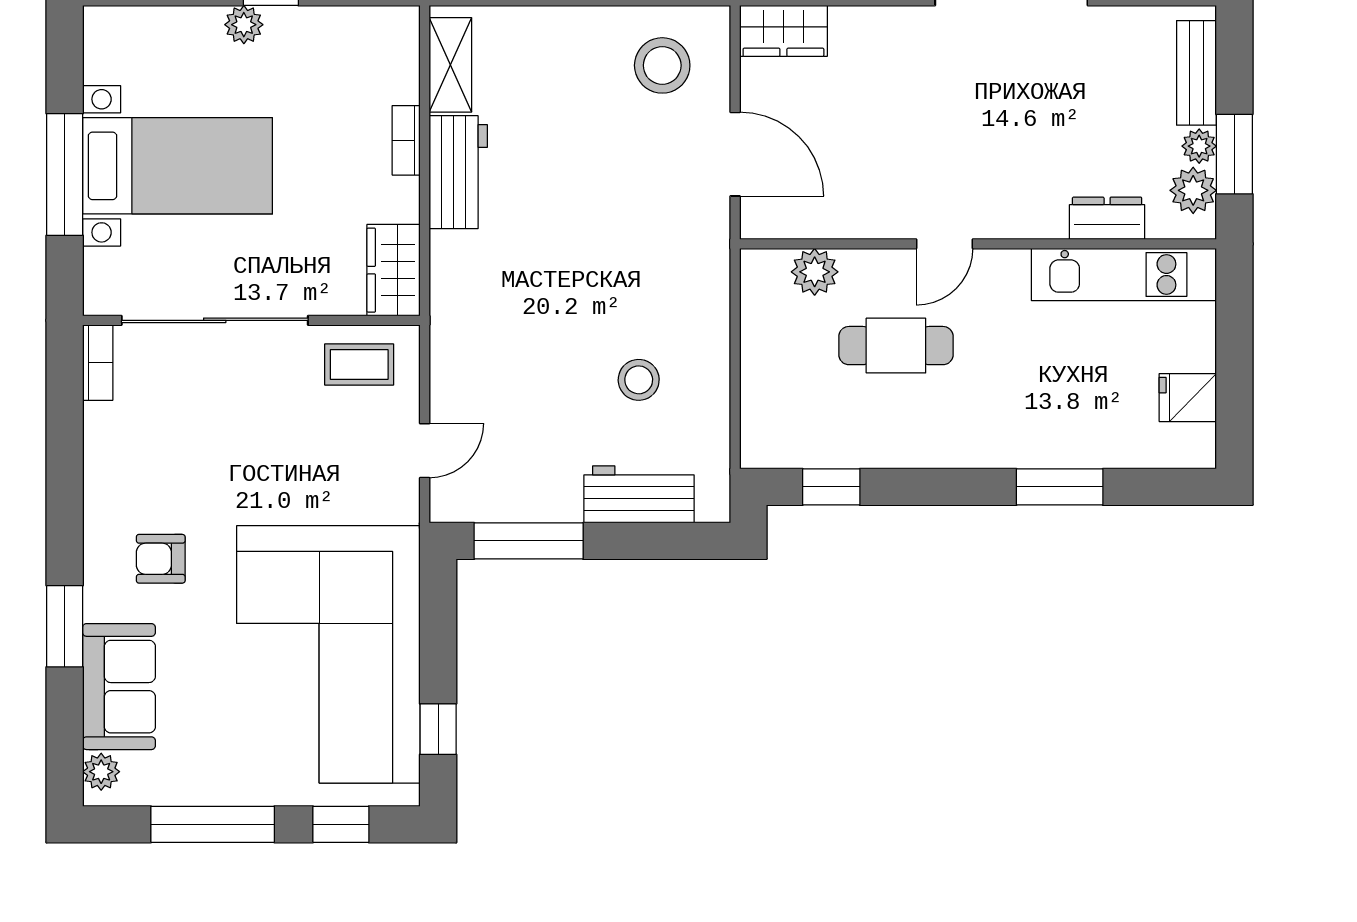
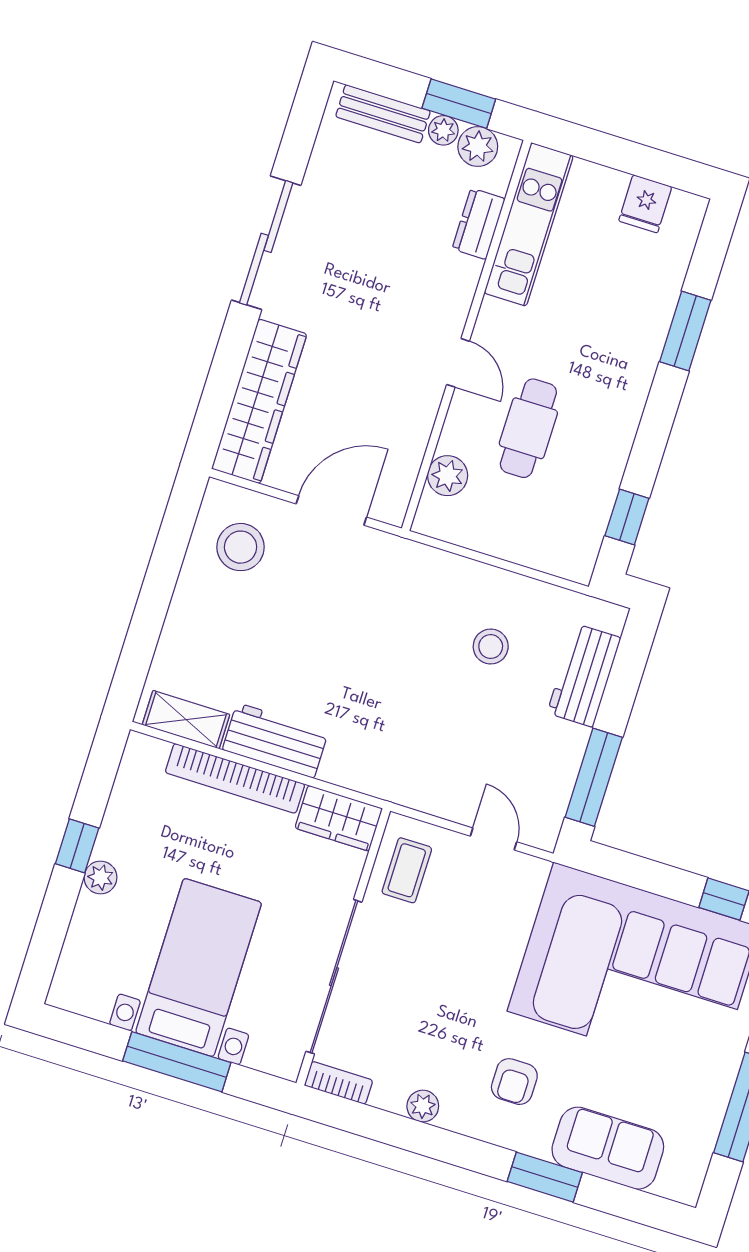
wardrobe: (783, 31) -> (259, 401), width x2.10, depth x1.17
bookcase: (406, 140) -> (235, 778), width x2.31, depth x1.31
plant: (101, 772) -> (423, 1106), moved

